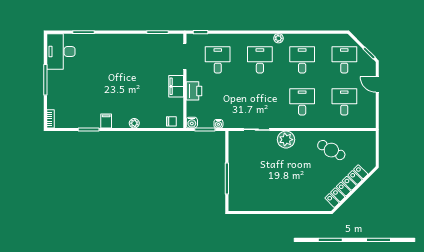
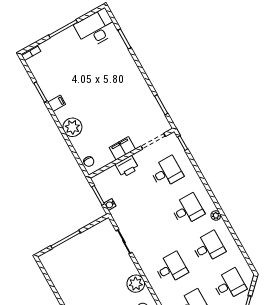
plant: (134, 123) -> (72, 127), width x1.88, depth x1.88
water cooler: (192, 123) -> (98, 180), removed
plant: (286, 140) -> (136, 284), moved

